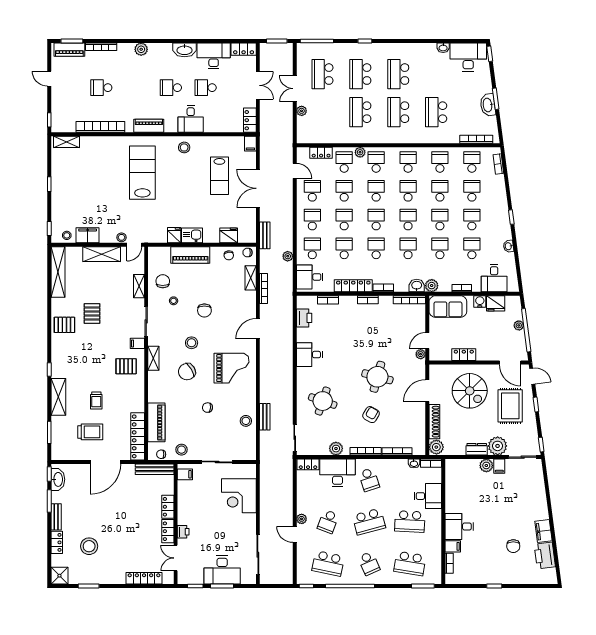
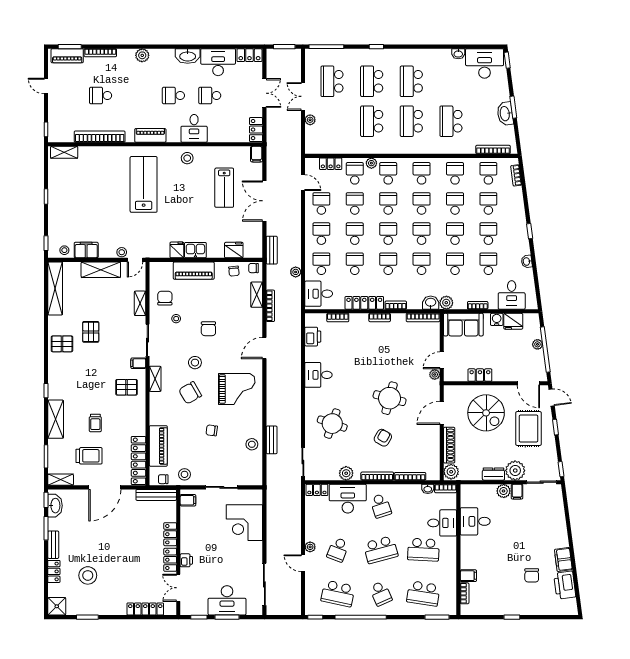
shelving: (63, 455) -> (61, 480), added
desk: (459, 527) -> (475, 521), moved

